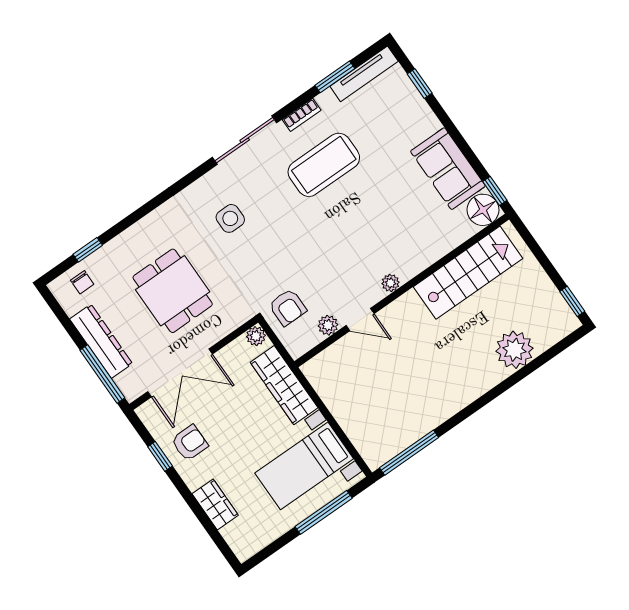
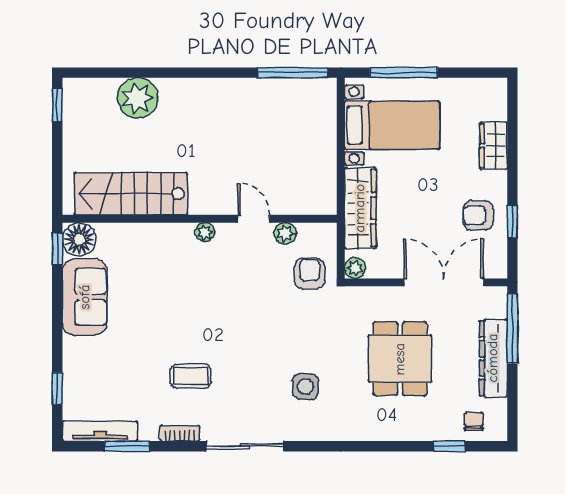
coffee table: (324, 165) -> (191, 376), width x0.54, depth x0.58

